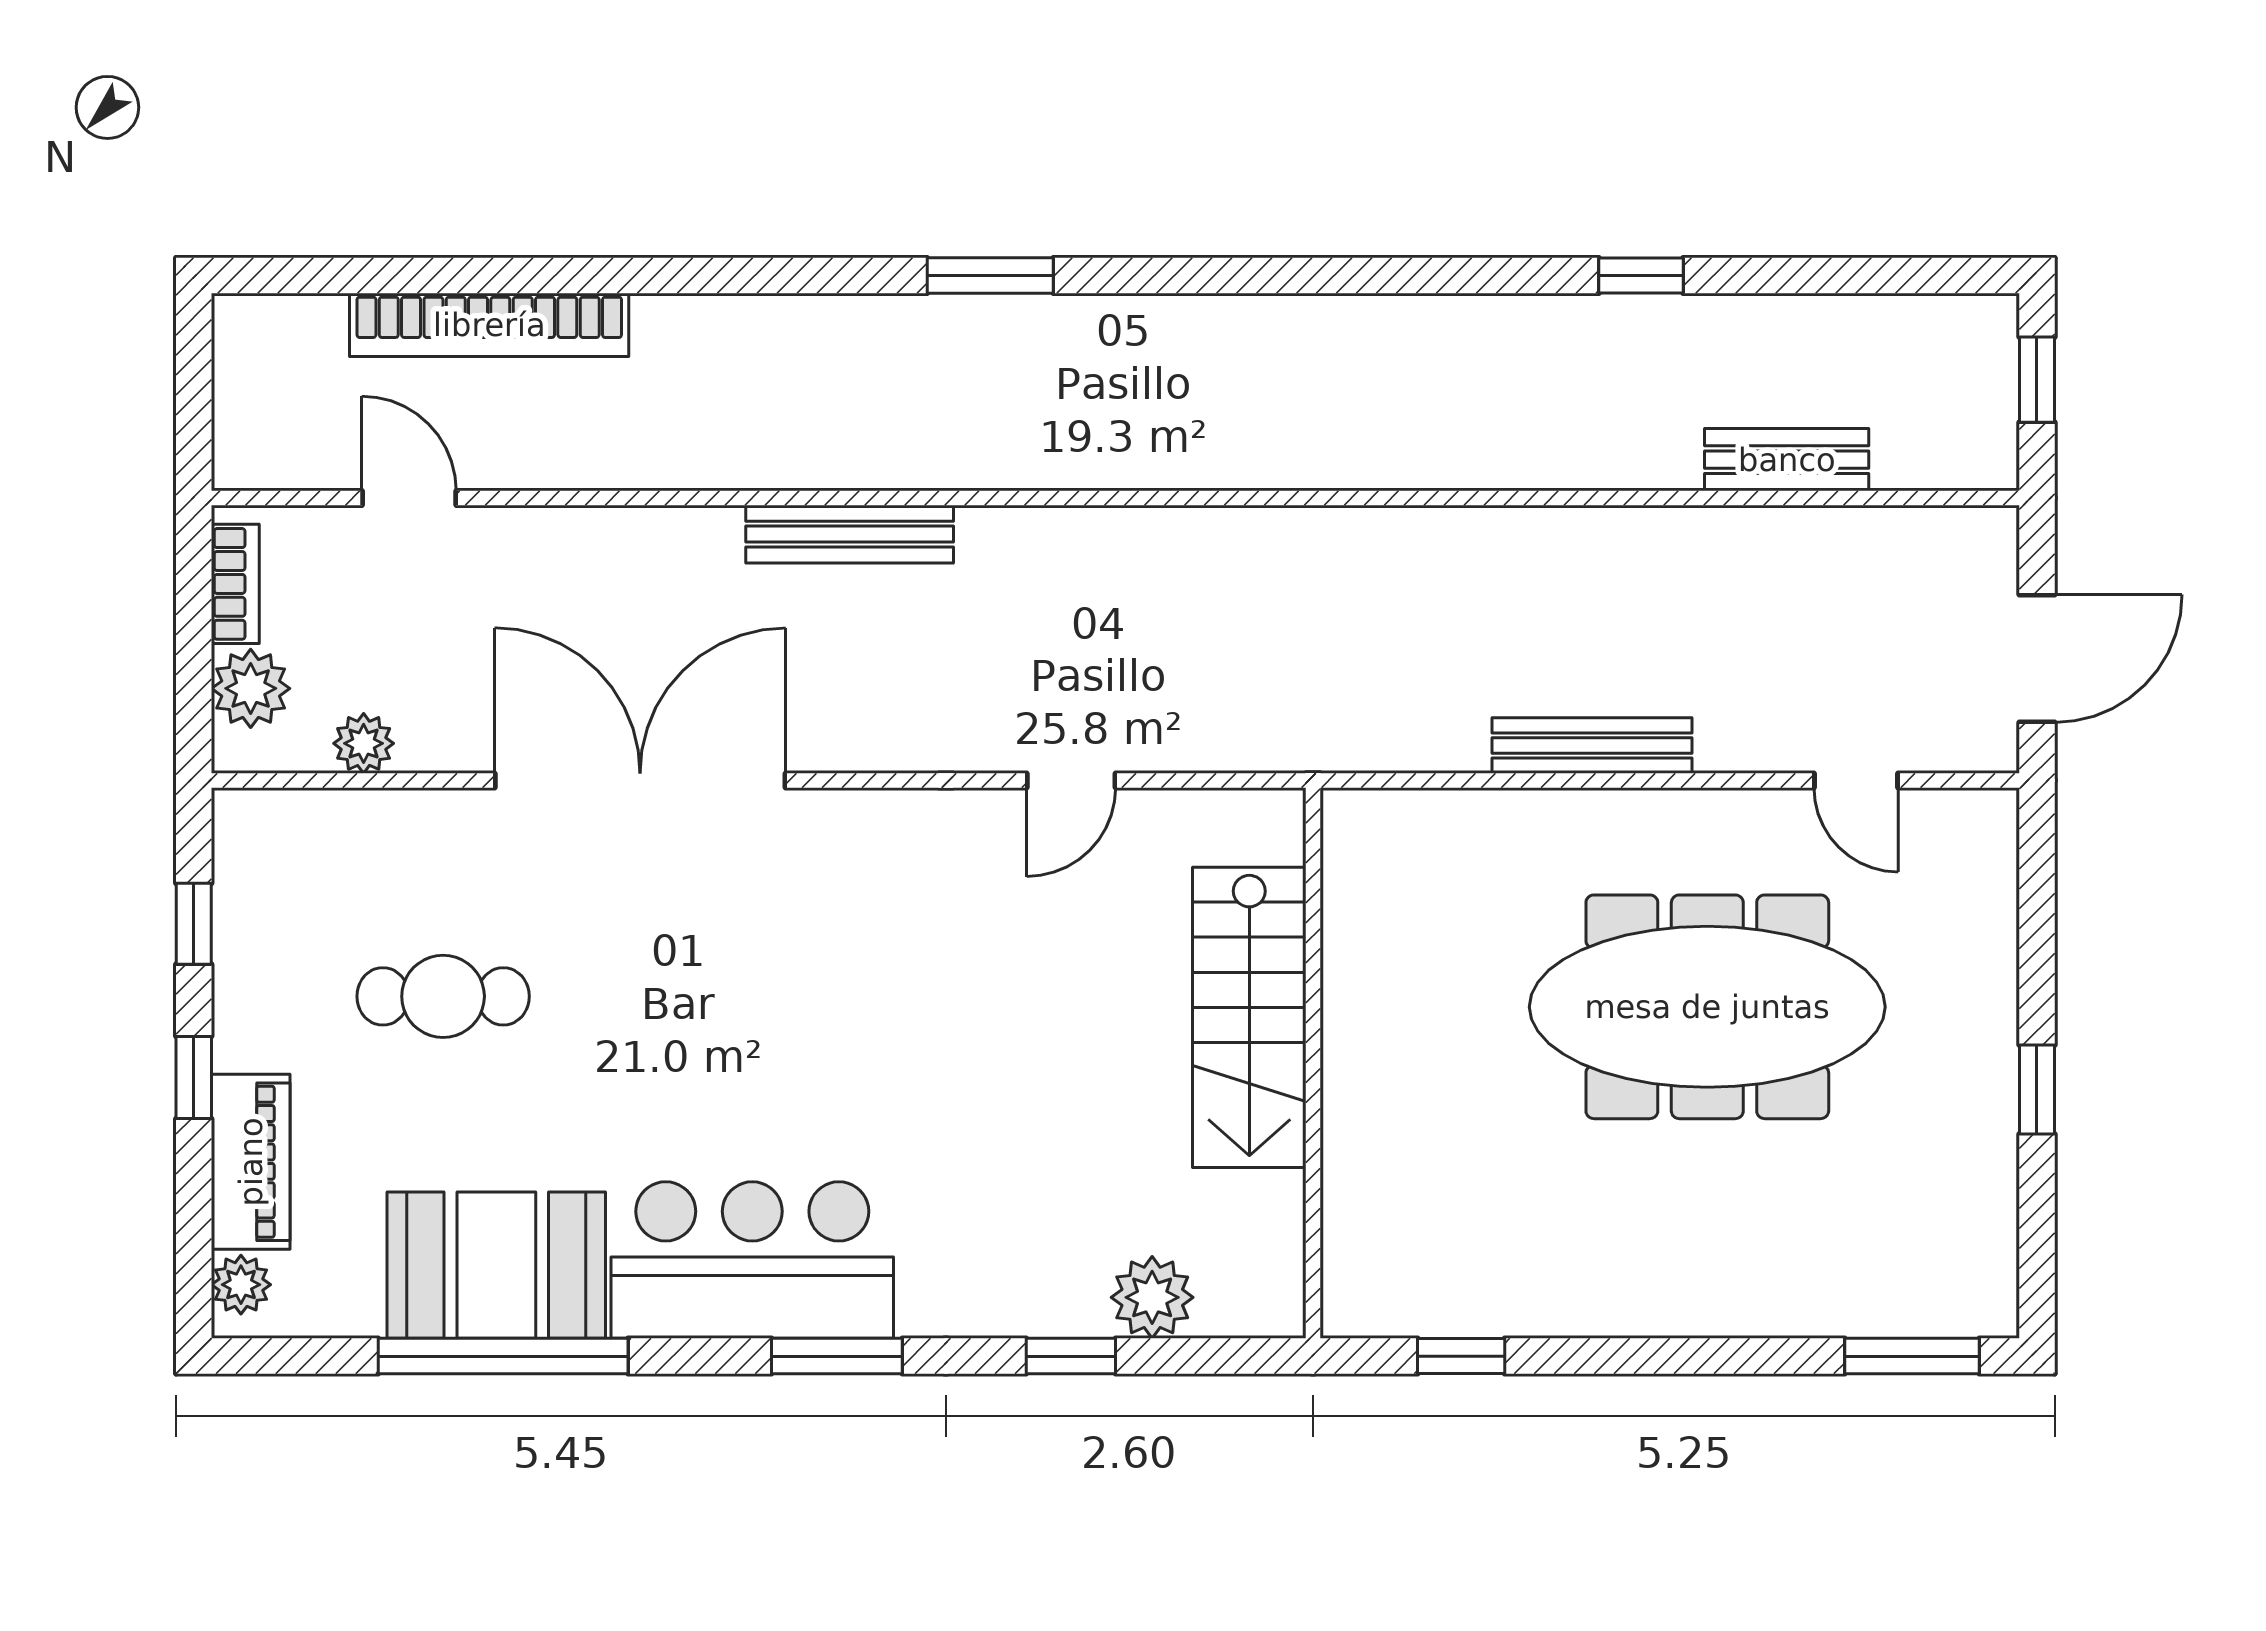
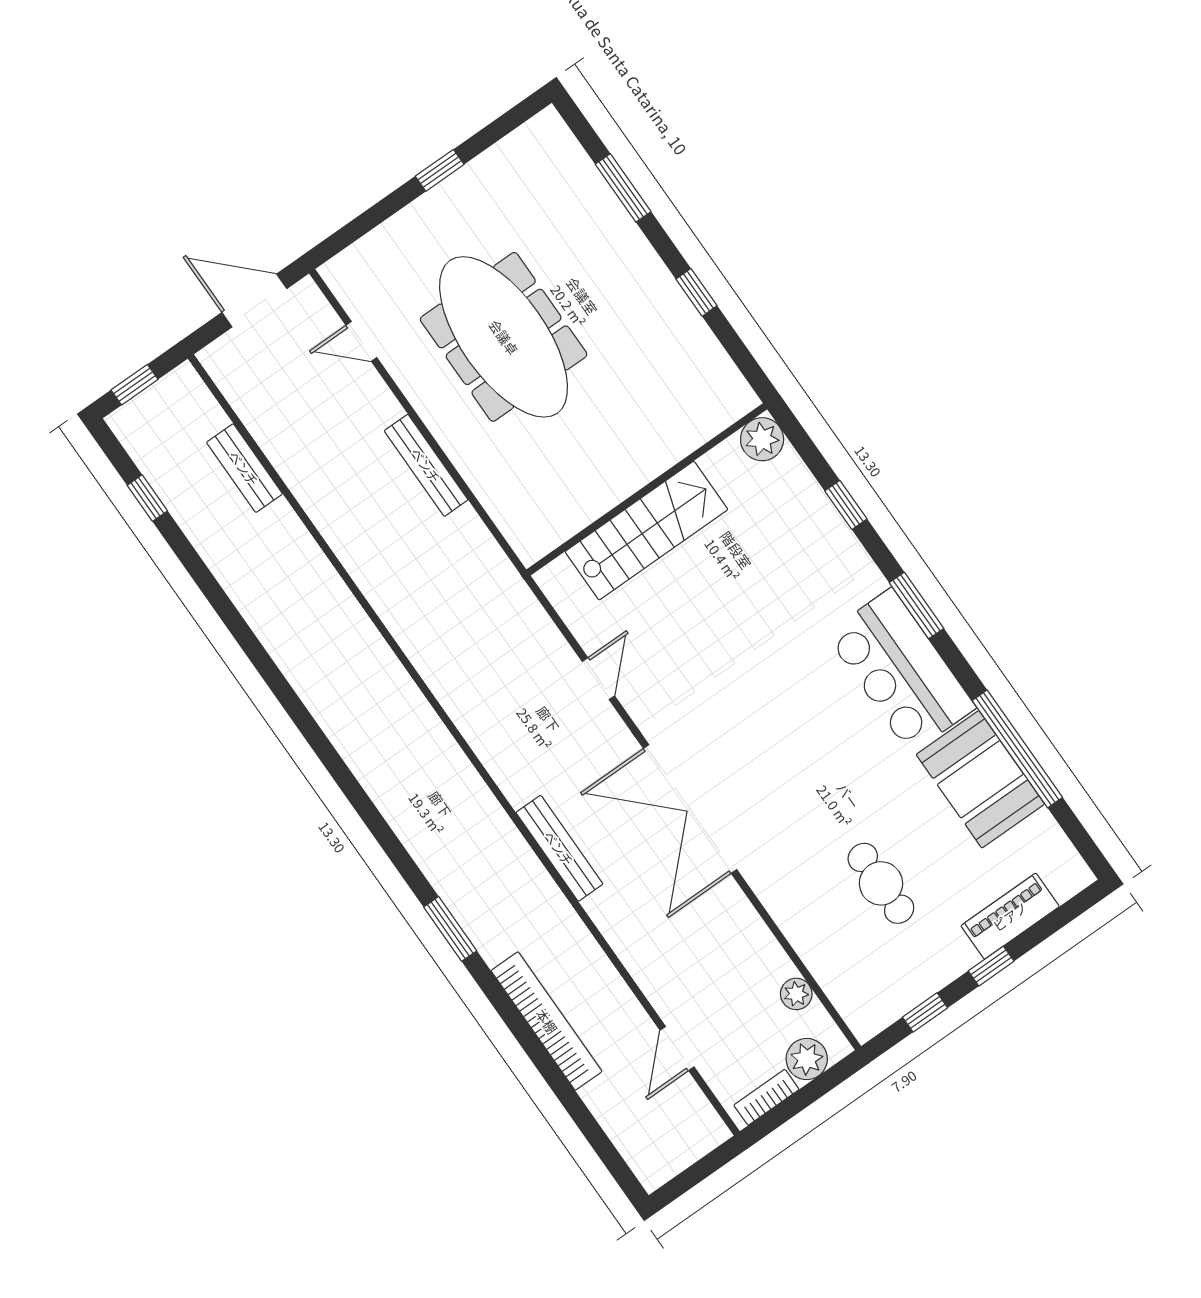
window: (990, 276) -> (450, 929), moved
window: (1641, 276) -> (147, 498), moved
bookcase: (489, 325) -> (547, 1021), moved
double door: (640, 780) -> (690, 809), moved
door: (1071, 780) -> (598, 679), hinge flipped
door: (1856, 780) -> (361, 341), swing flipped
plant: (241, 1285) -> (1066, 883), removed
plant: (1152, 1297) -> (762, 439), moved
window: (1461, 1356) -> (696, 292), moved
window: (1912, 1356) -> (623, 188), moved

